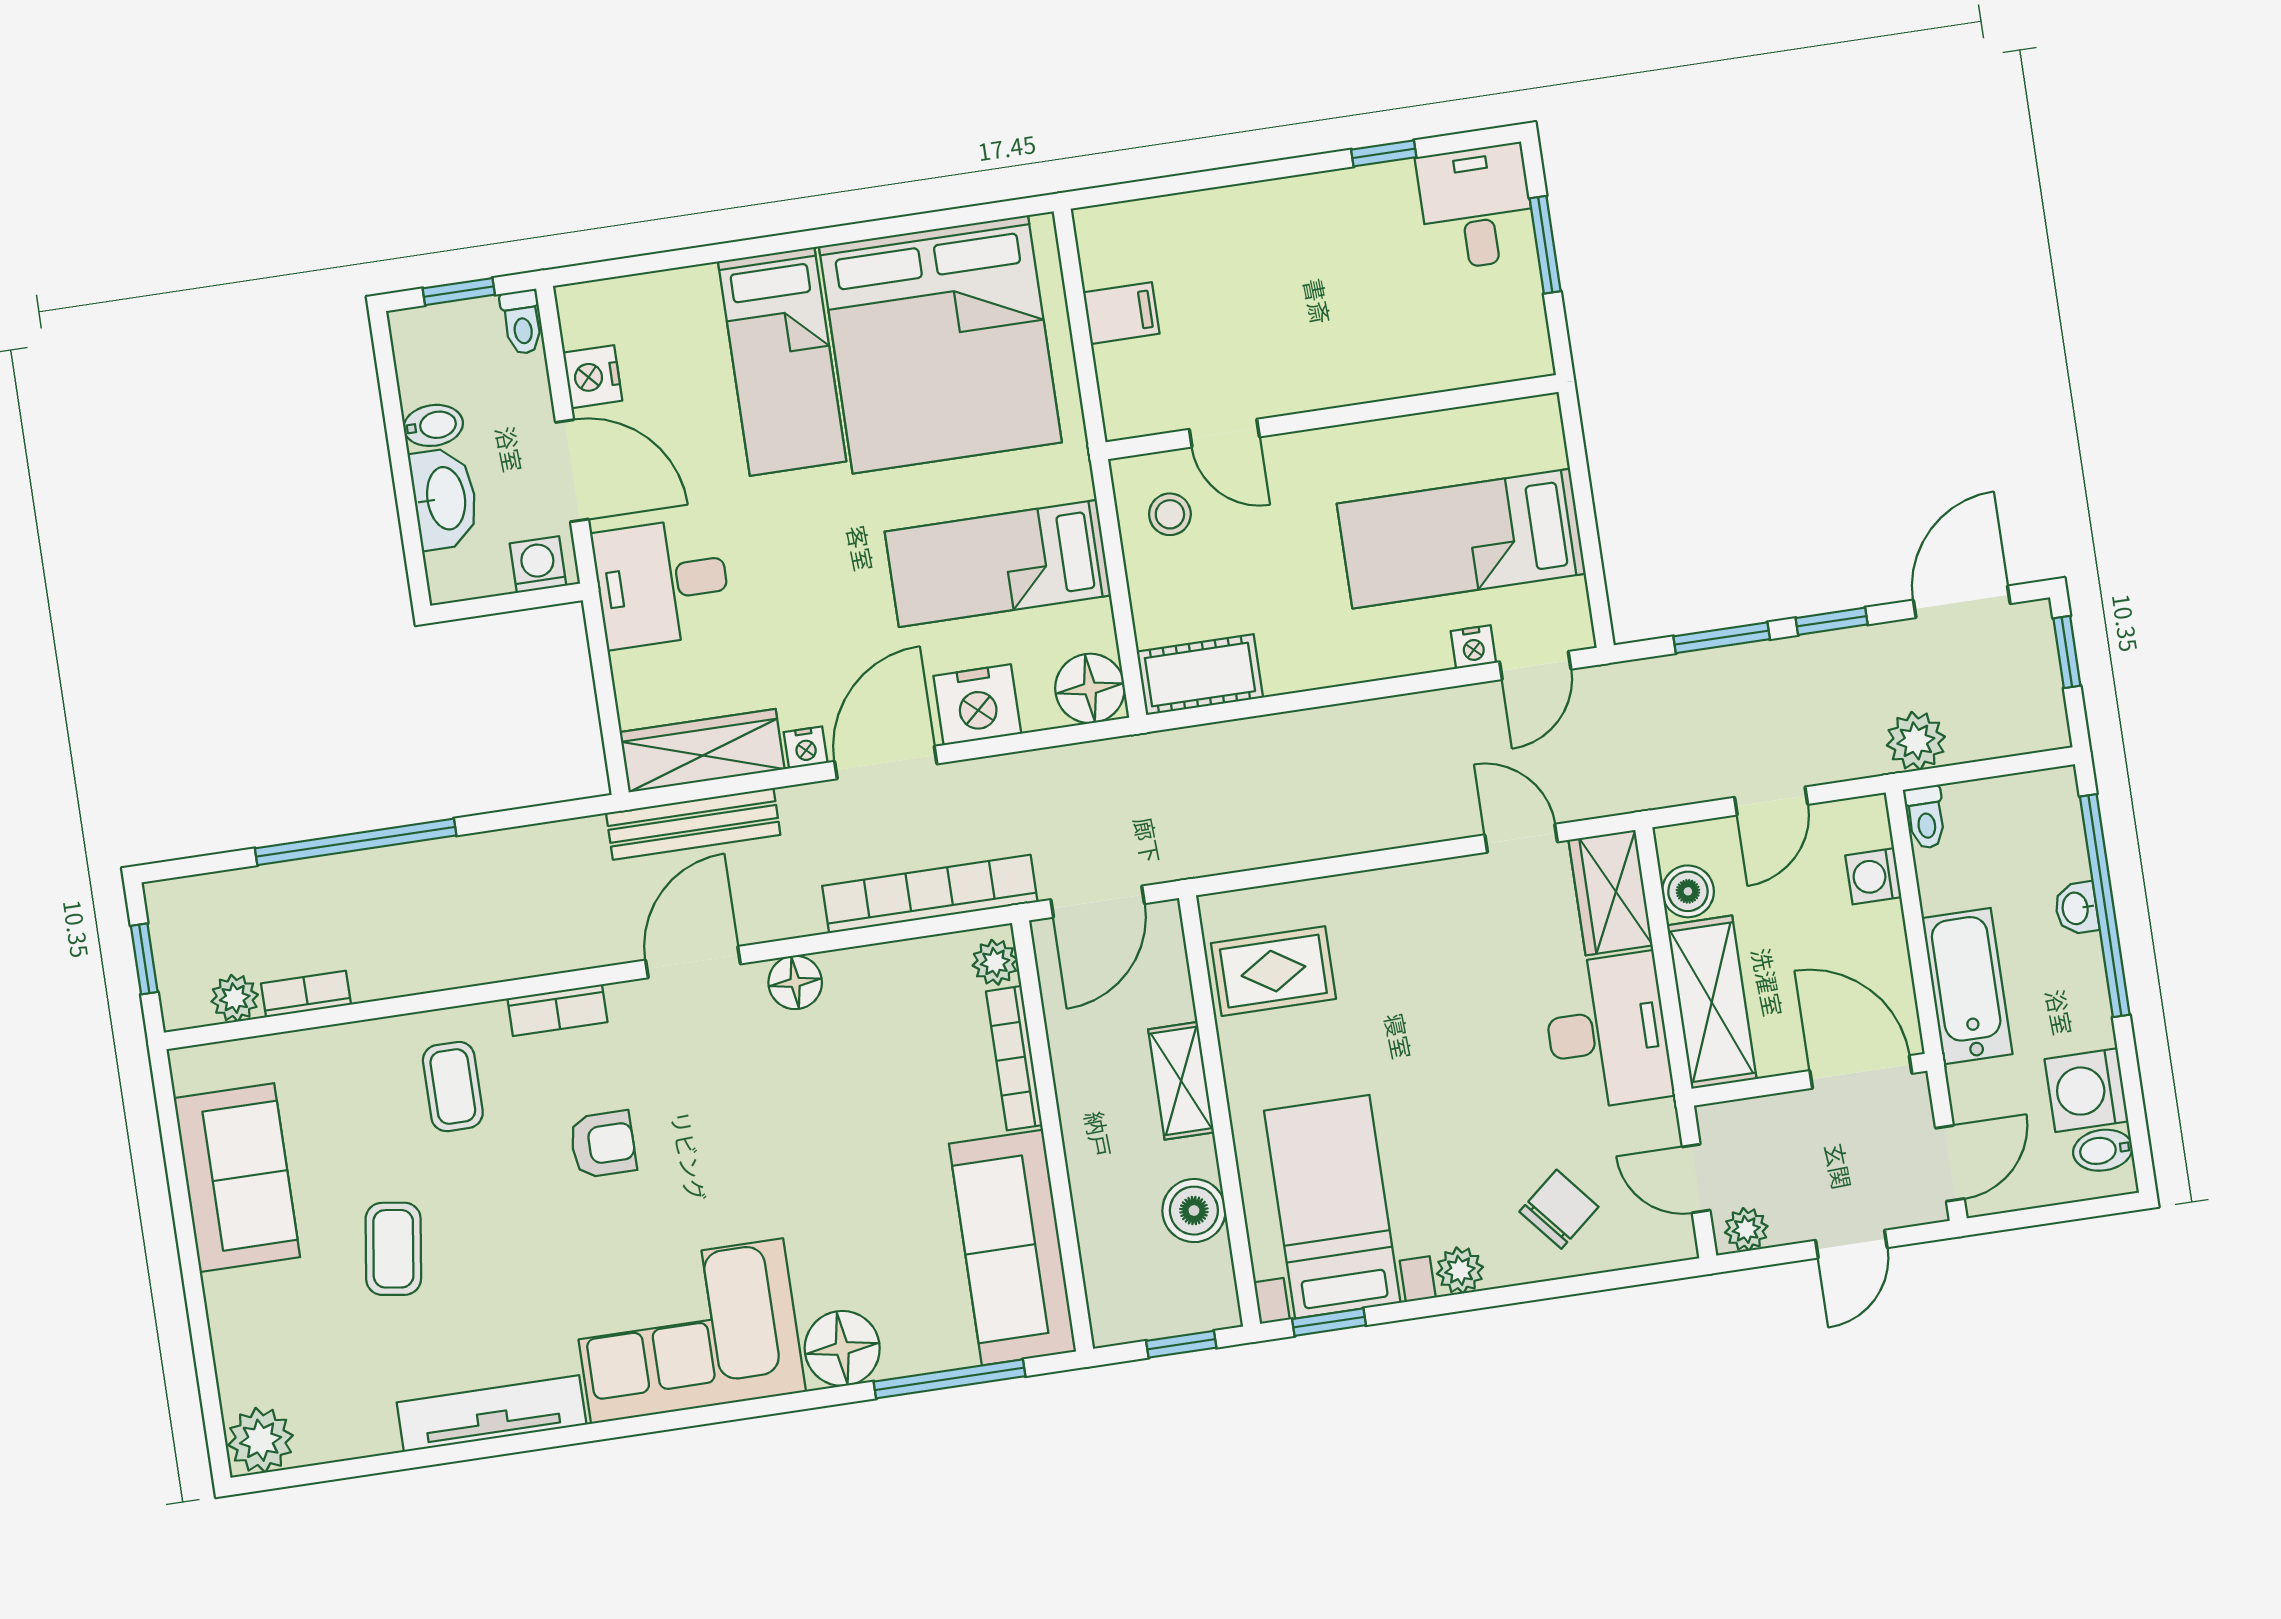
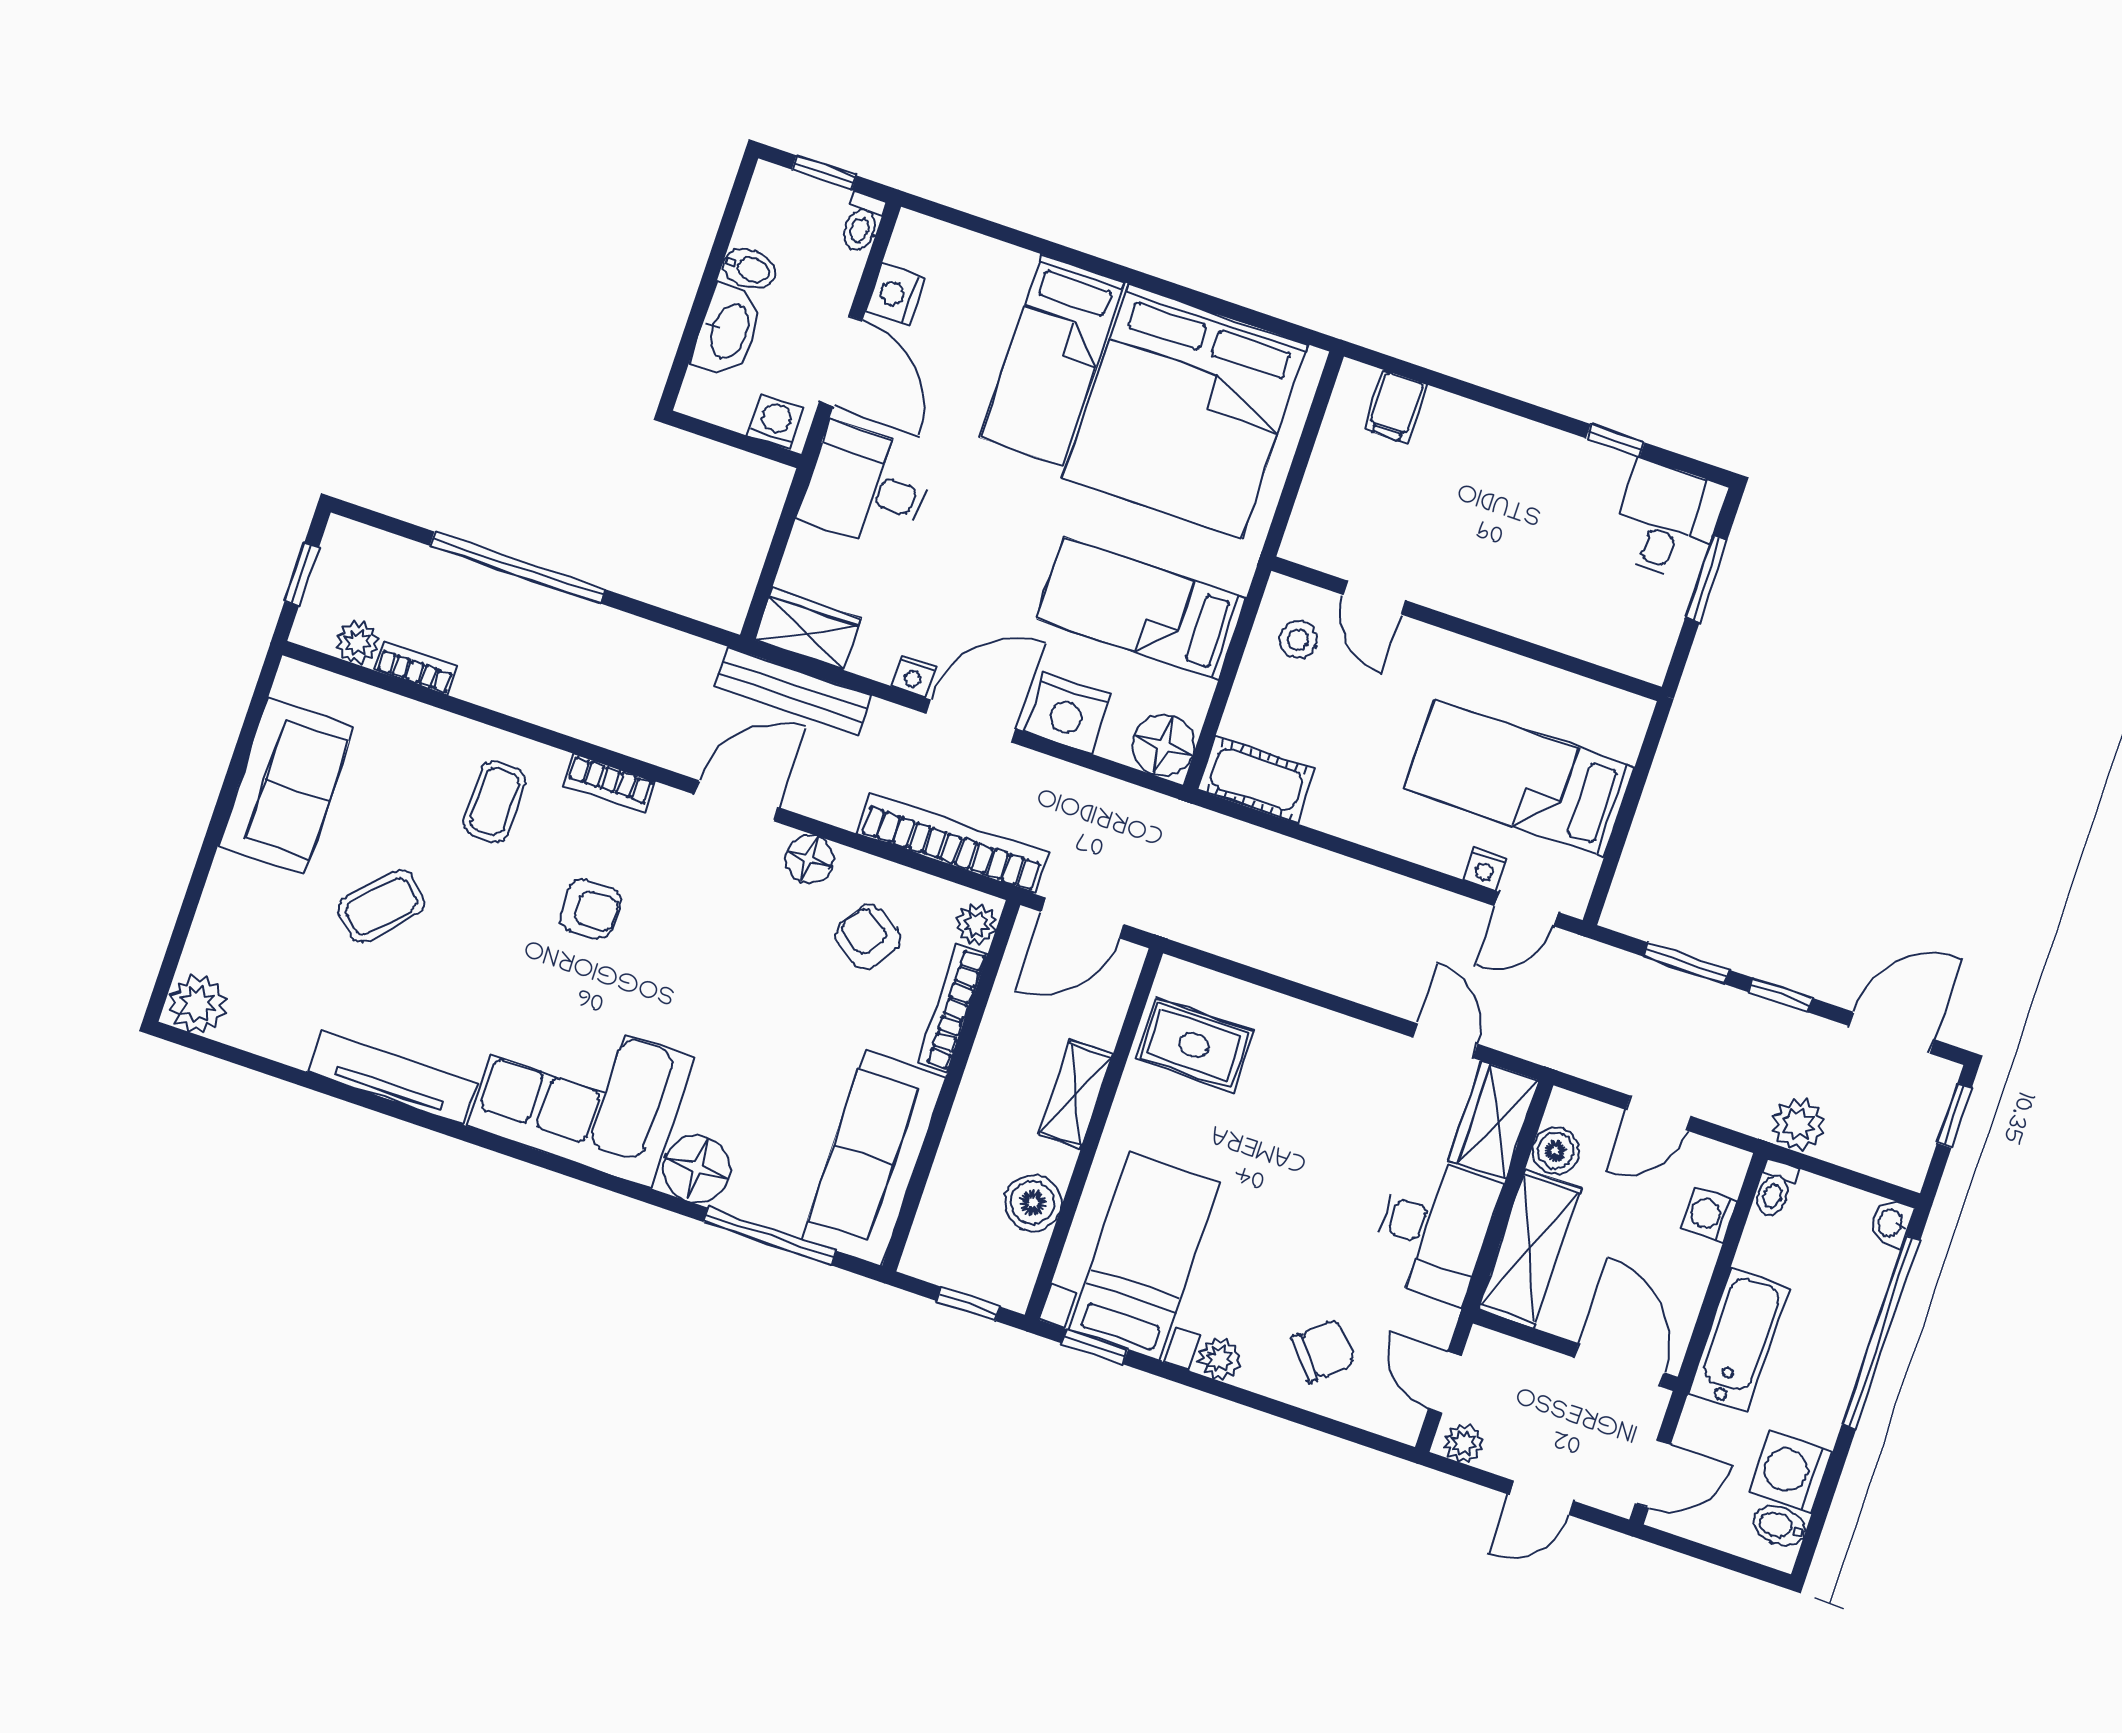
filing cabinet: (1121, 313) -> (1395, 407), moved, turned 90
wardrobe: (702, 751) -> (808, 629), width x0.67
washbasin: (2076, 908) -> (1891, 1223), moved
armchair: (893, 1030) -> (868, 937), added
coffee table: (393, 1249) -> (381, 906), turned 35

